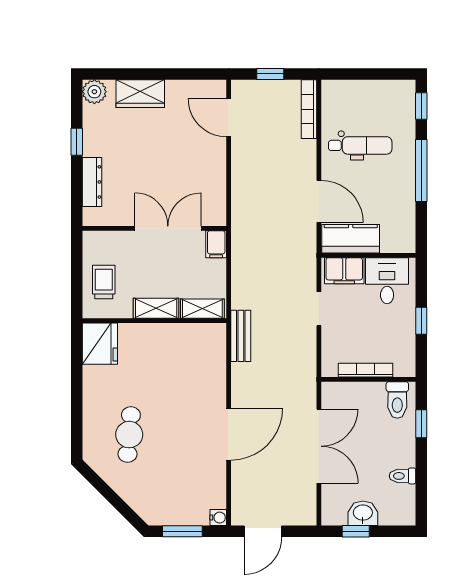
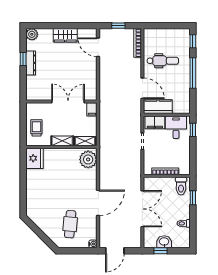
wardrobe: (140, 94) -> (65, 35), moved
dresser: (92, 182) -> (31, 63), moved
window: (421, 321) -> (193, 130), moved
bench: (241, 336) -> (104, 154), removed
plant: (209, 346) -> (88, 159), added
cafe table: (129, 435) -> (70, 224), moved
window: (182, 531) -> (75, 251), removed

